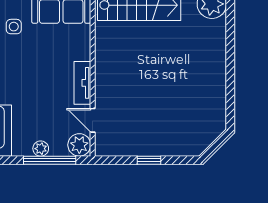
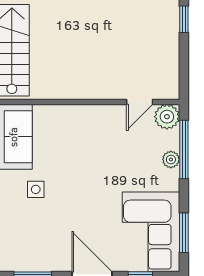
tv unit: (82, 83) -> (98, 113), removed
window: (149, 160) -> (184, 19), moved

